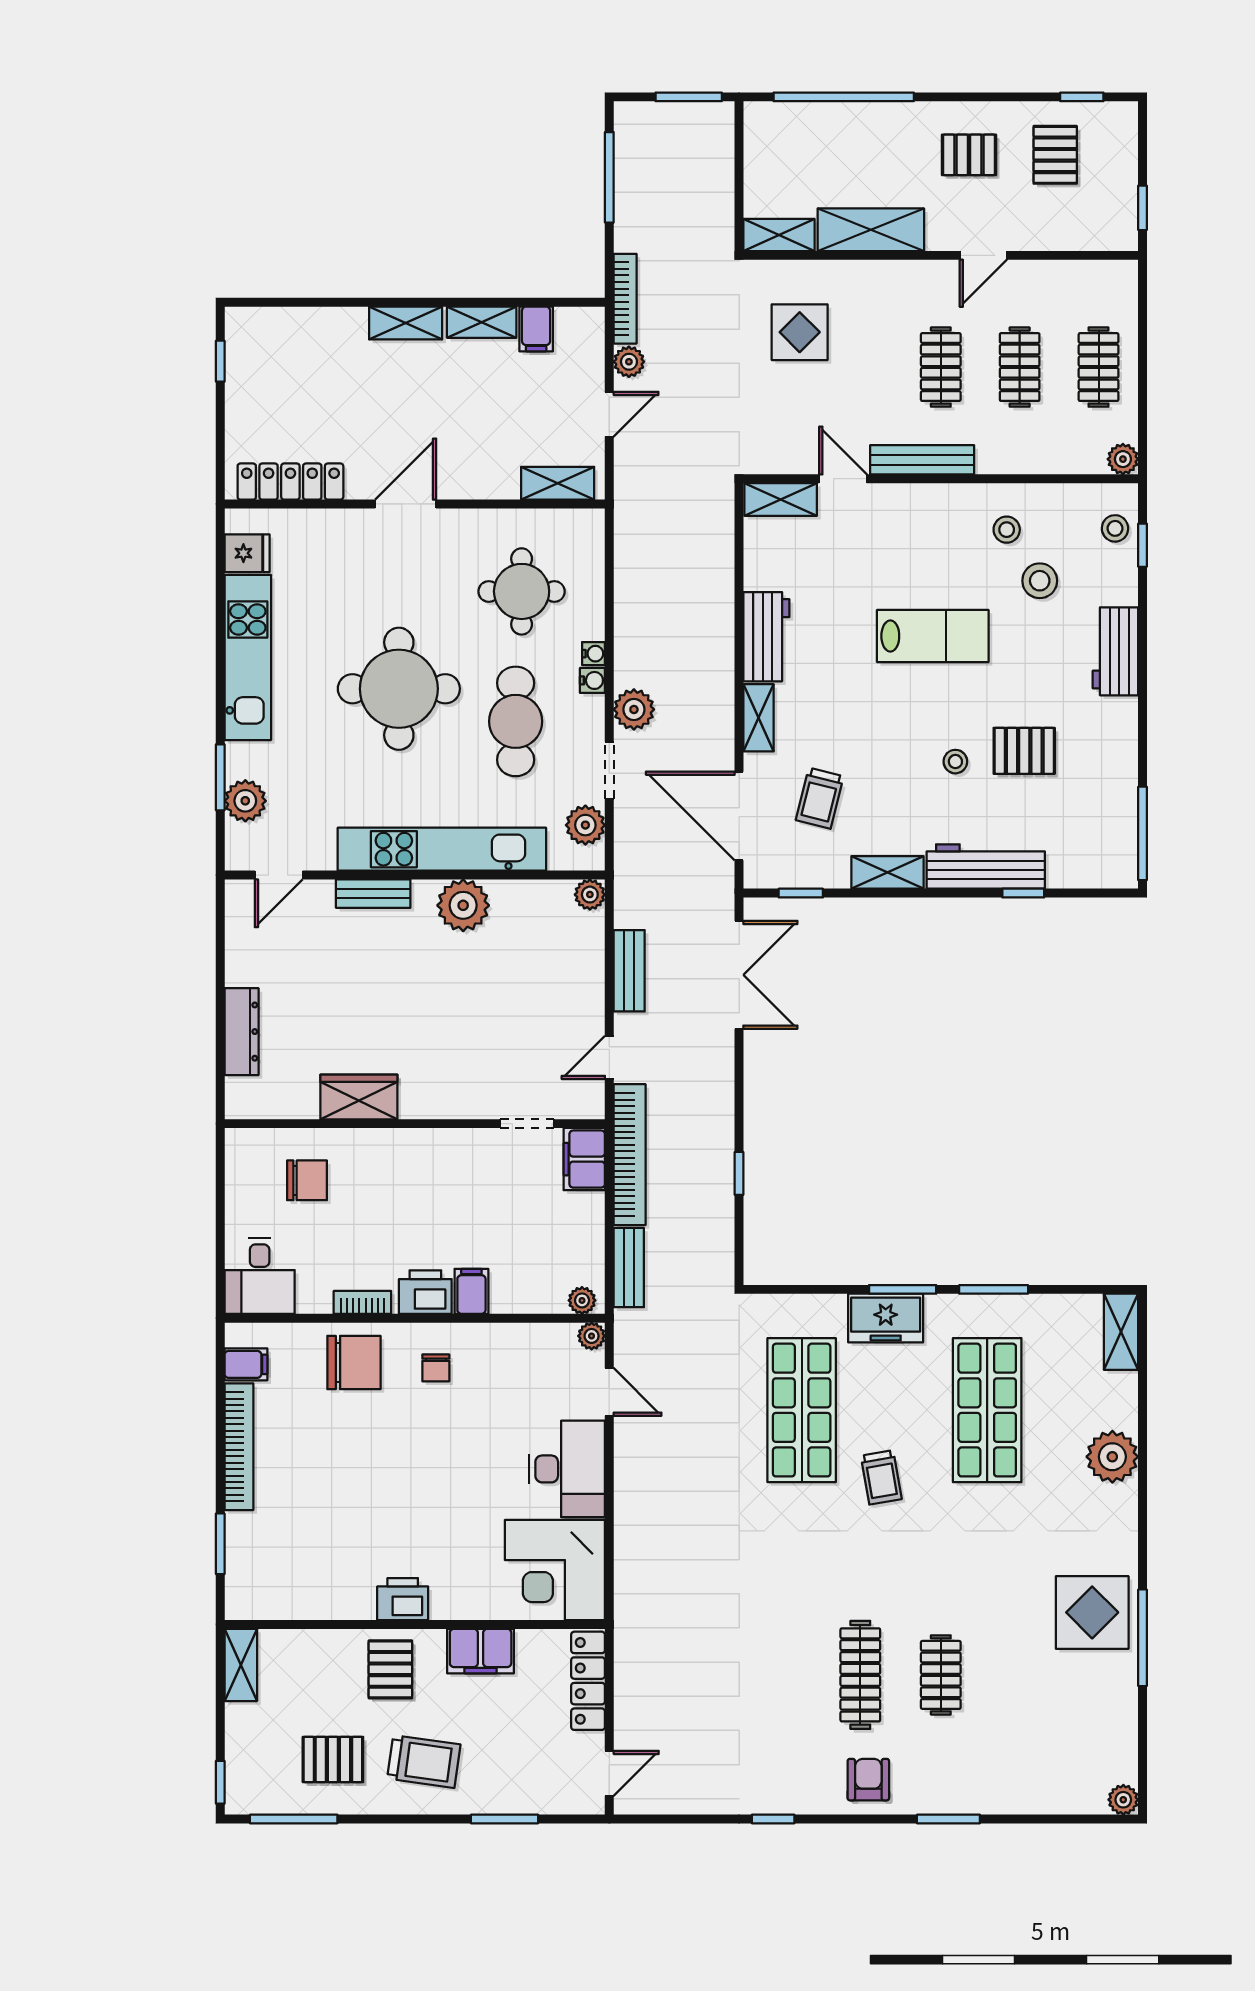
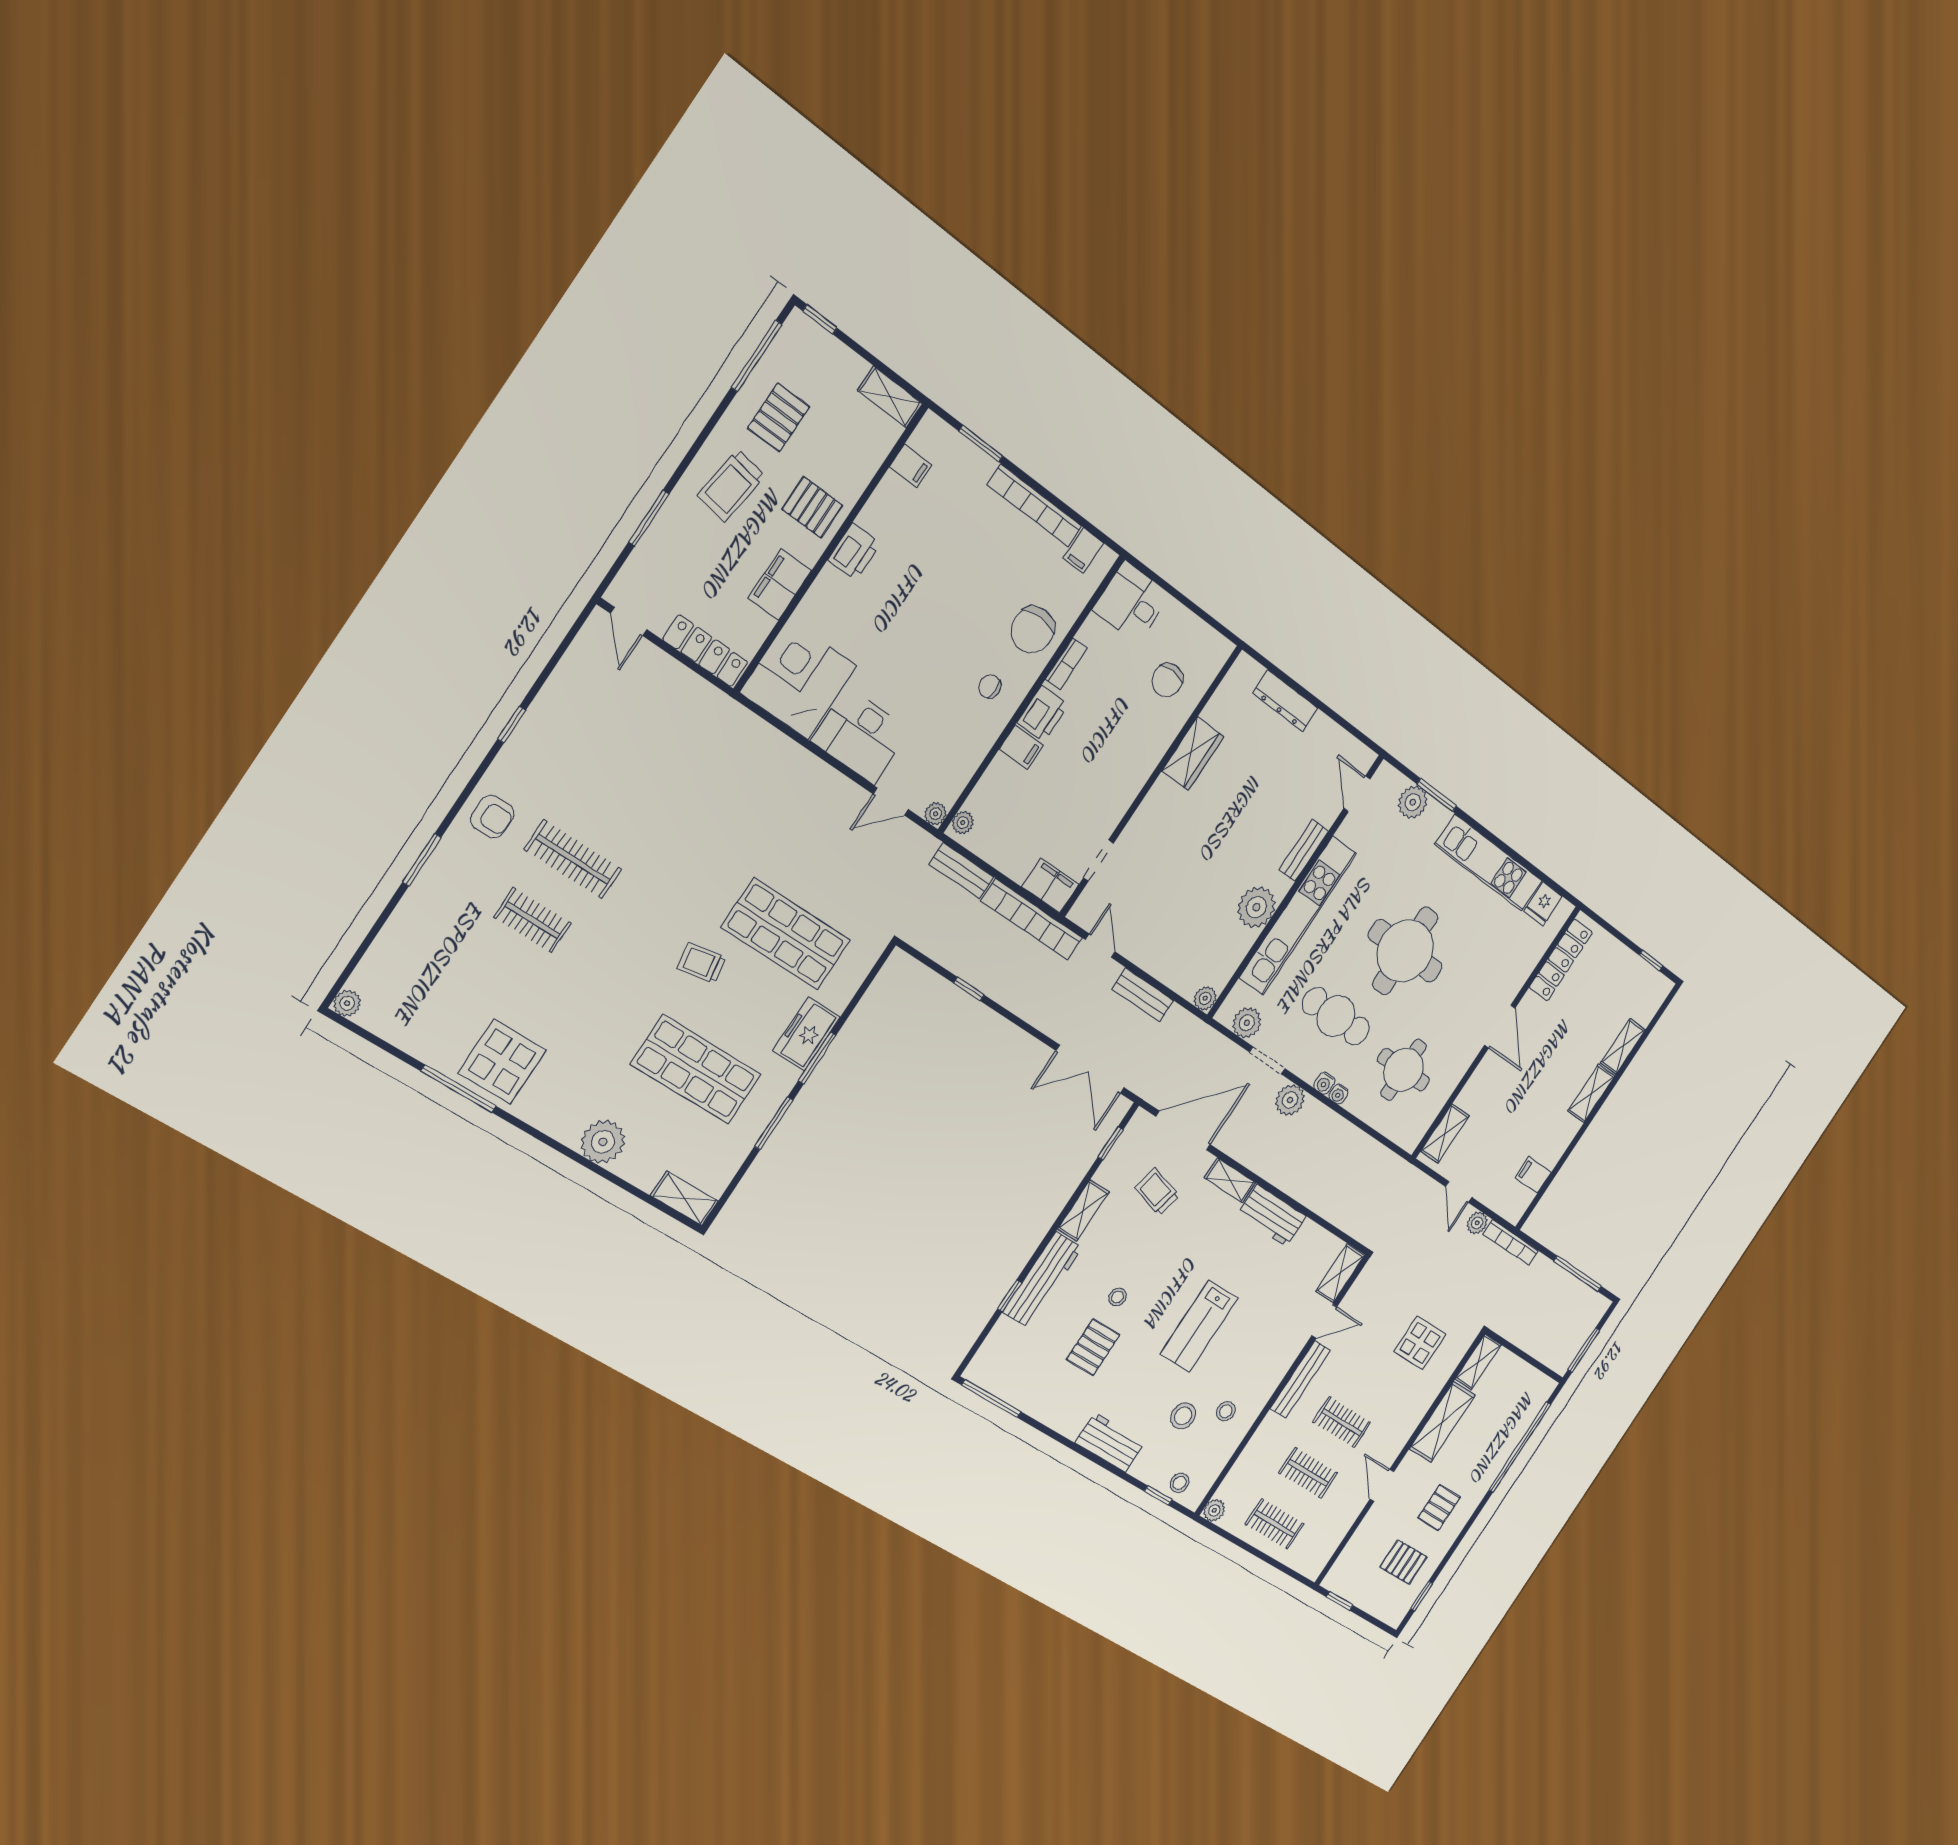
shelving: (482, 322) -> (1623, 1046), moved
filing cabinet: (288, 1600) -> (911, 466), added

